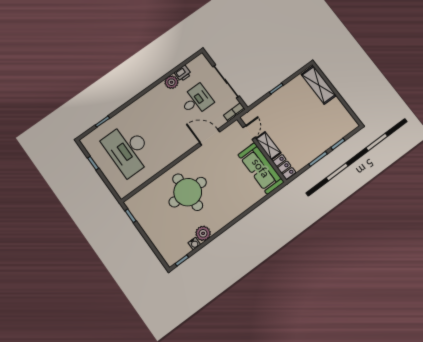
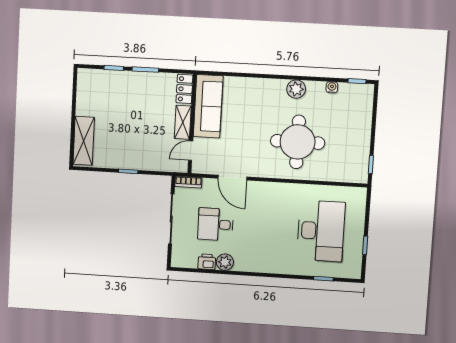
plant: (203, 233) -> (296, 89), moved

